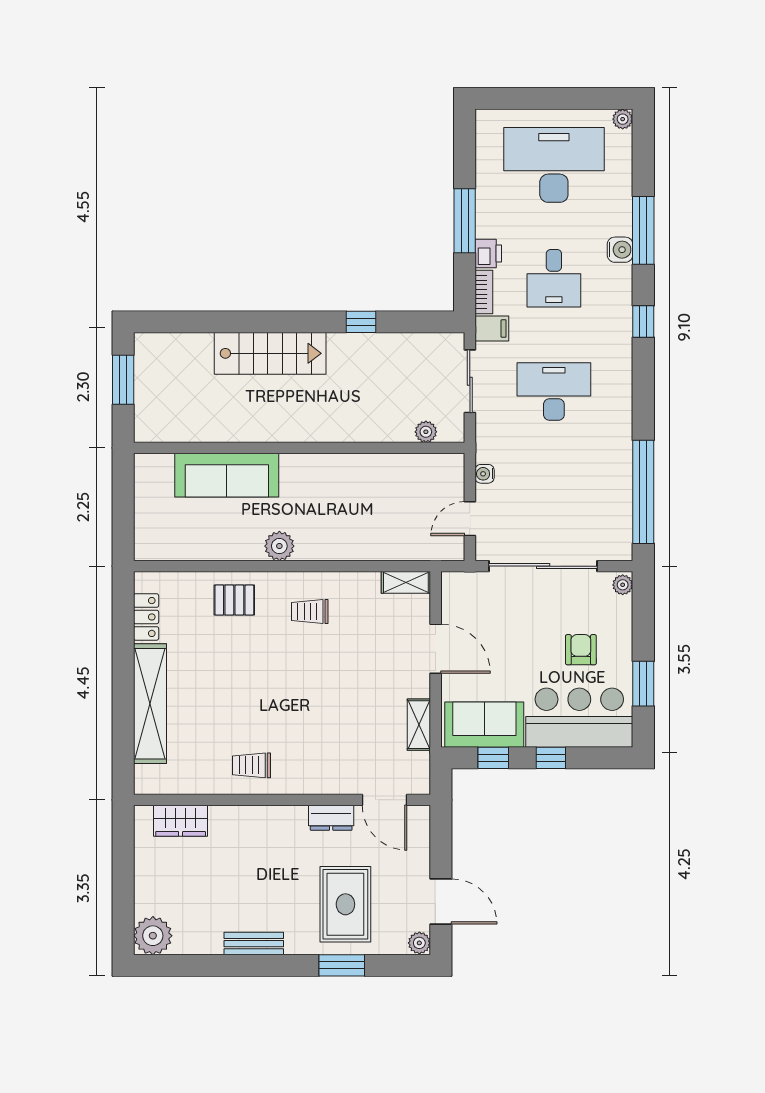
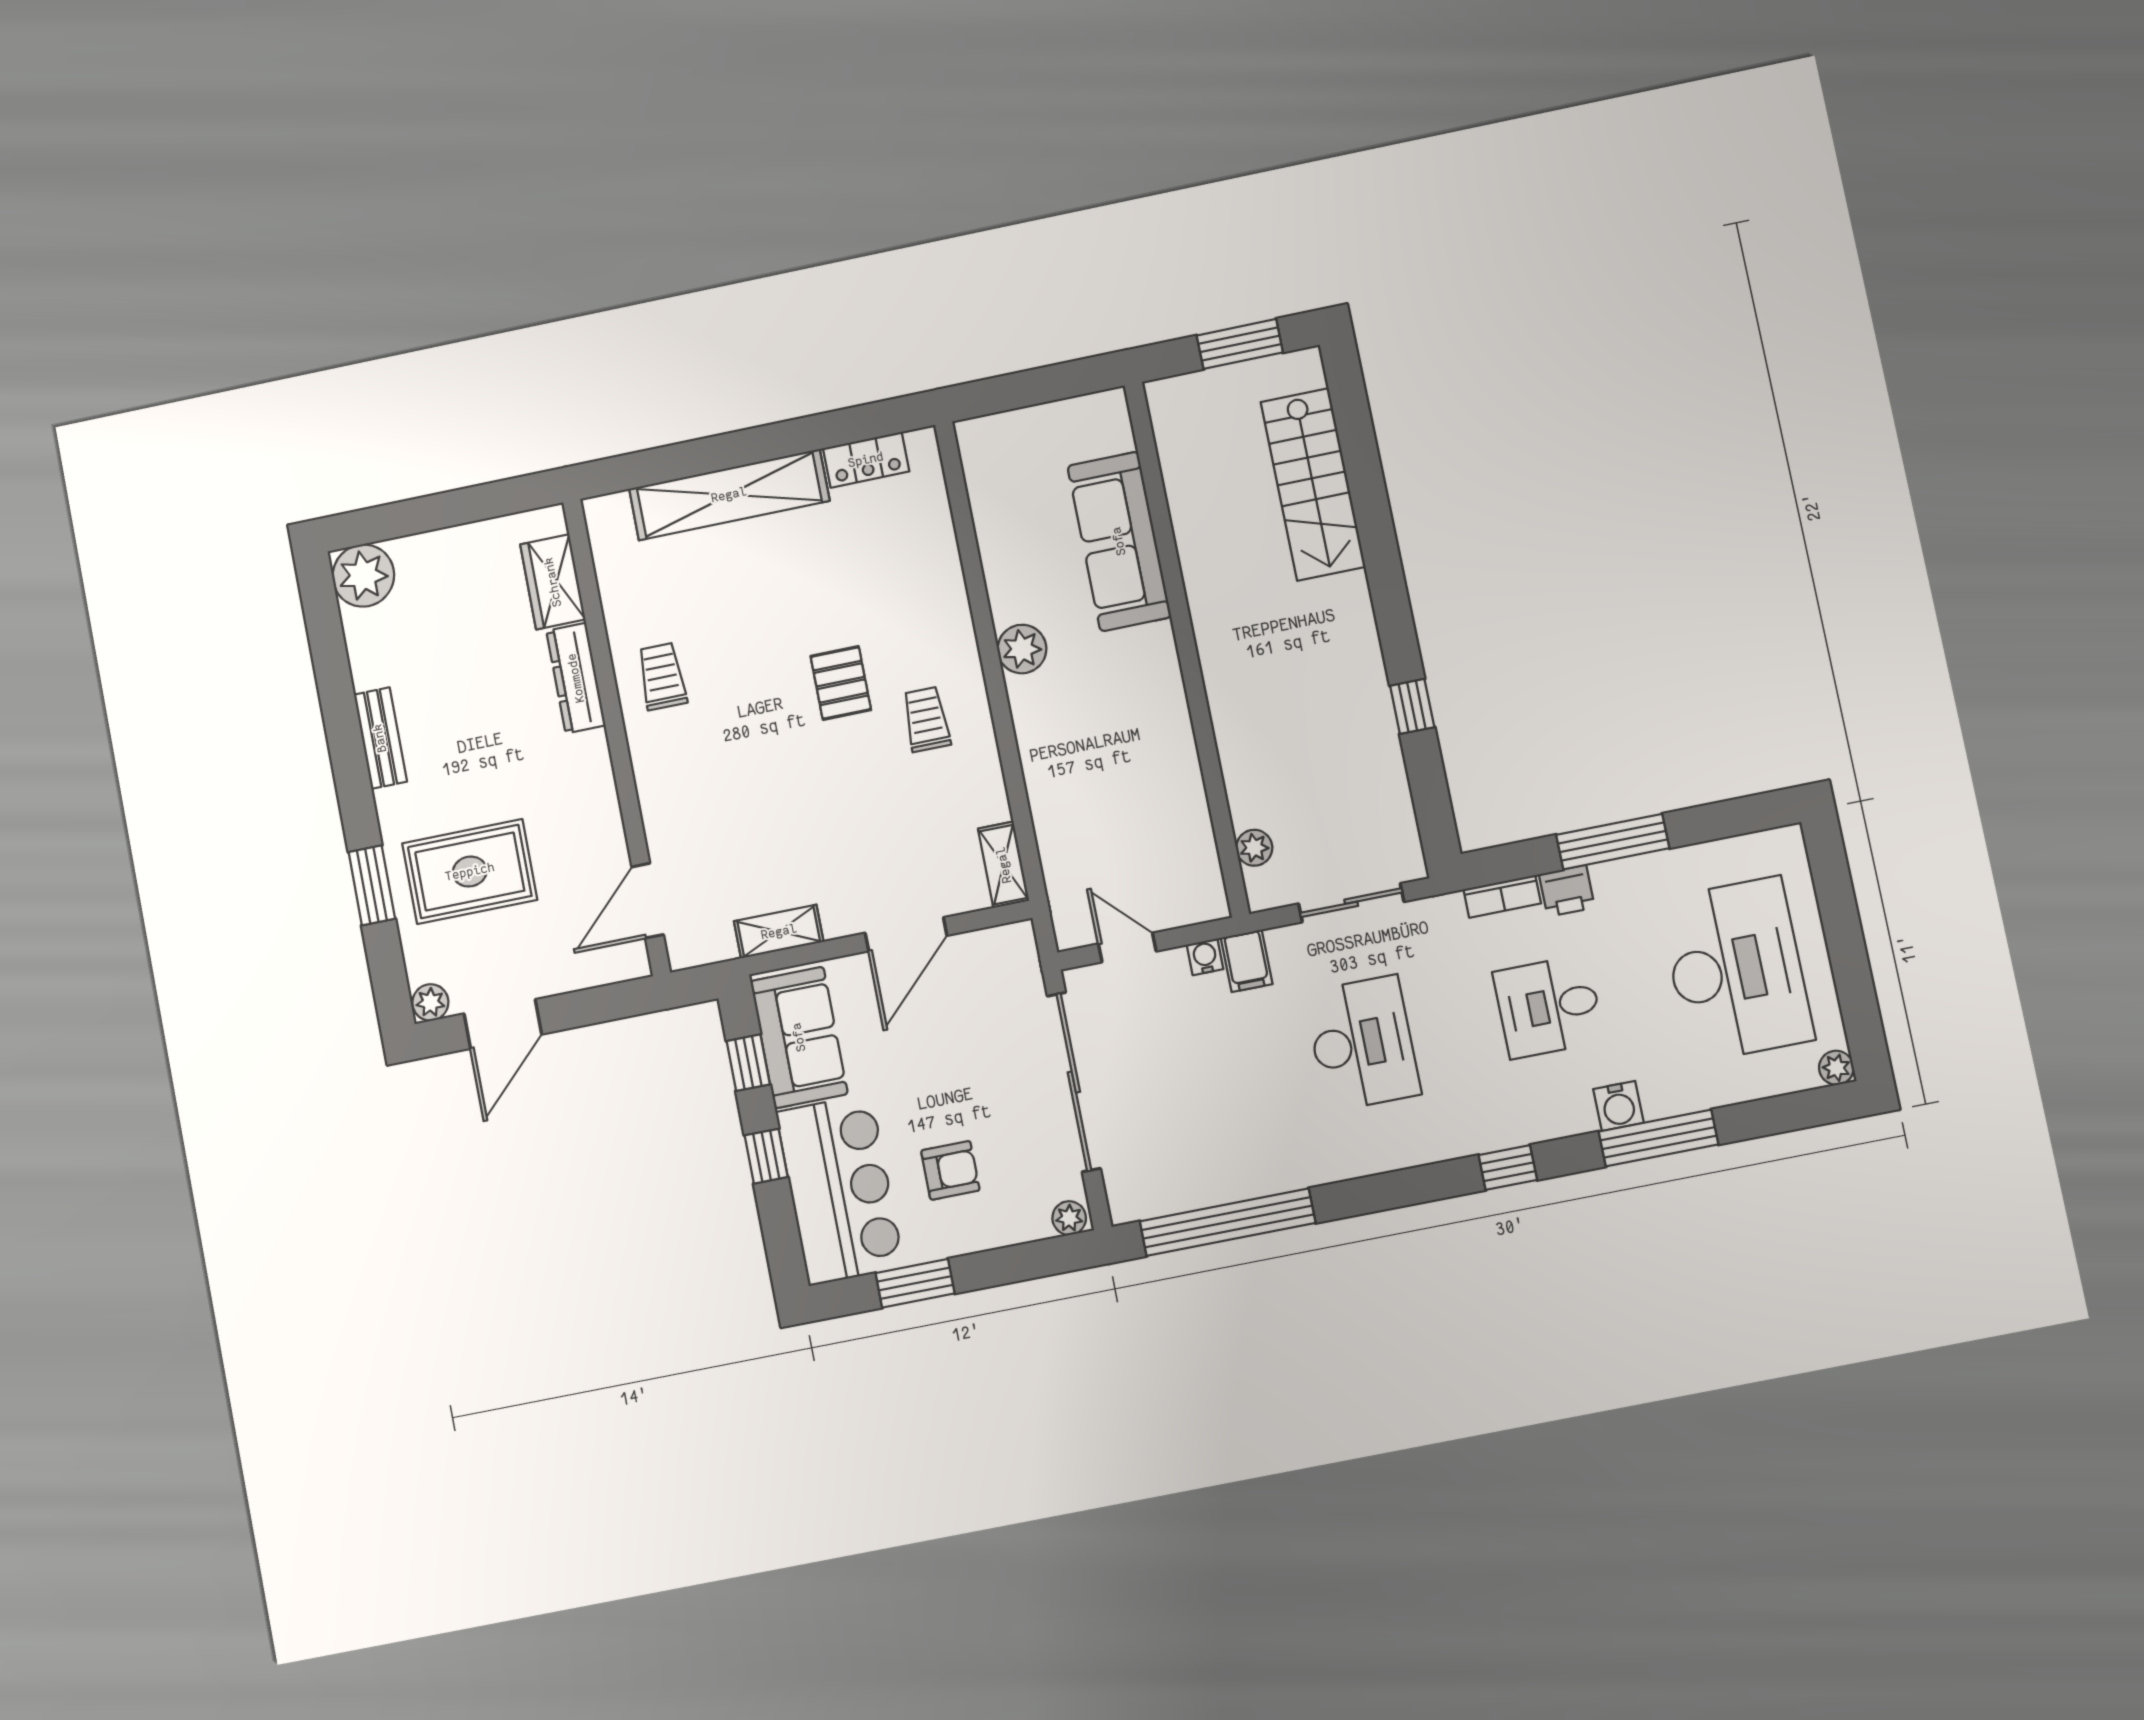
filing cabinet: (492, 329) -> (1247, 961), moved
stairs: (270, 353) -> (1313, 484), moved
pallet: (234, 600) -> (841, 683), moved
dresser: (331, 818) -> (576, 678), moved, width x1.44

